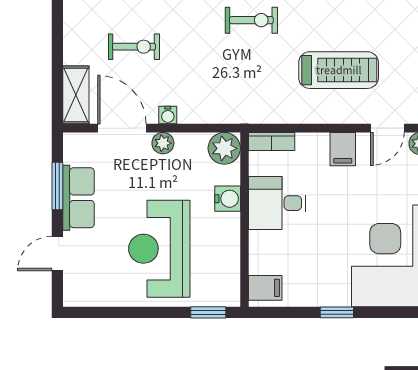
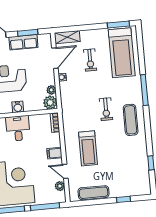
plant: (163, 143) -> (51, 90), moved
water cooler: (228, 199) -> (18, 107), moved
desk: (277, 203) -> (18, 128), moved

